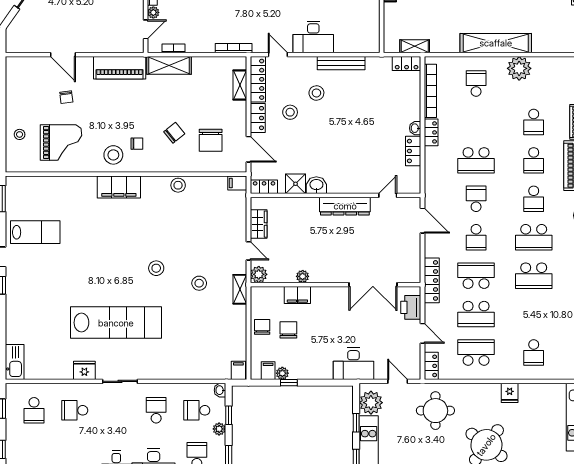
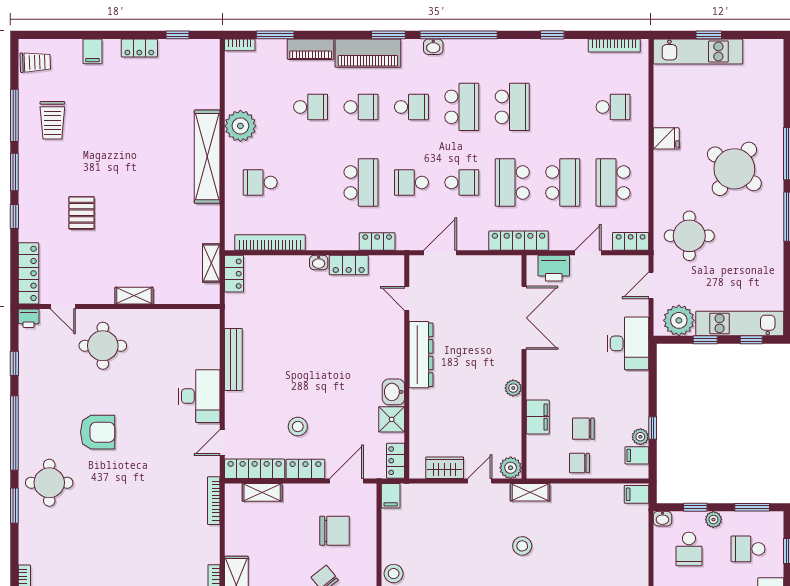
stool: (316, 93) -> (273, 392), removed
locker: (431, 132) -> (377, 242), moved
plant: (303, 276) -> (513, 388), moved

